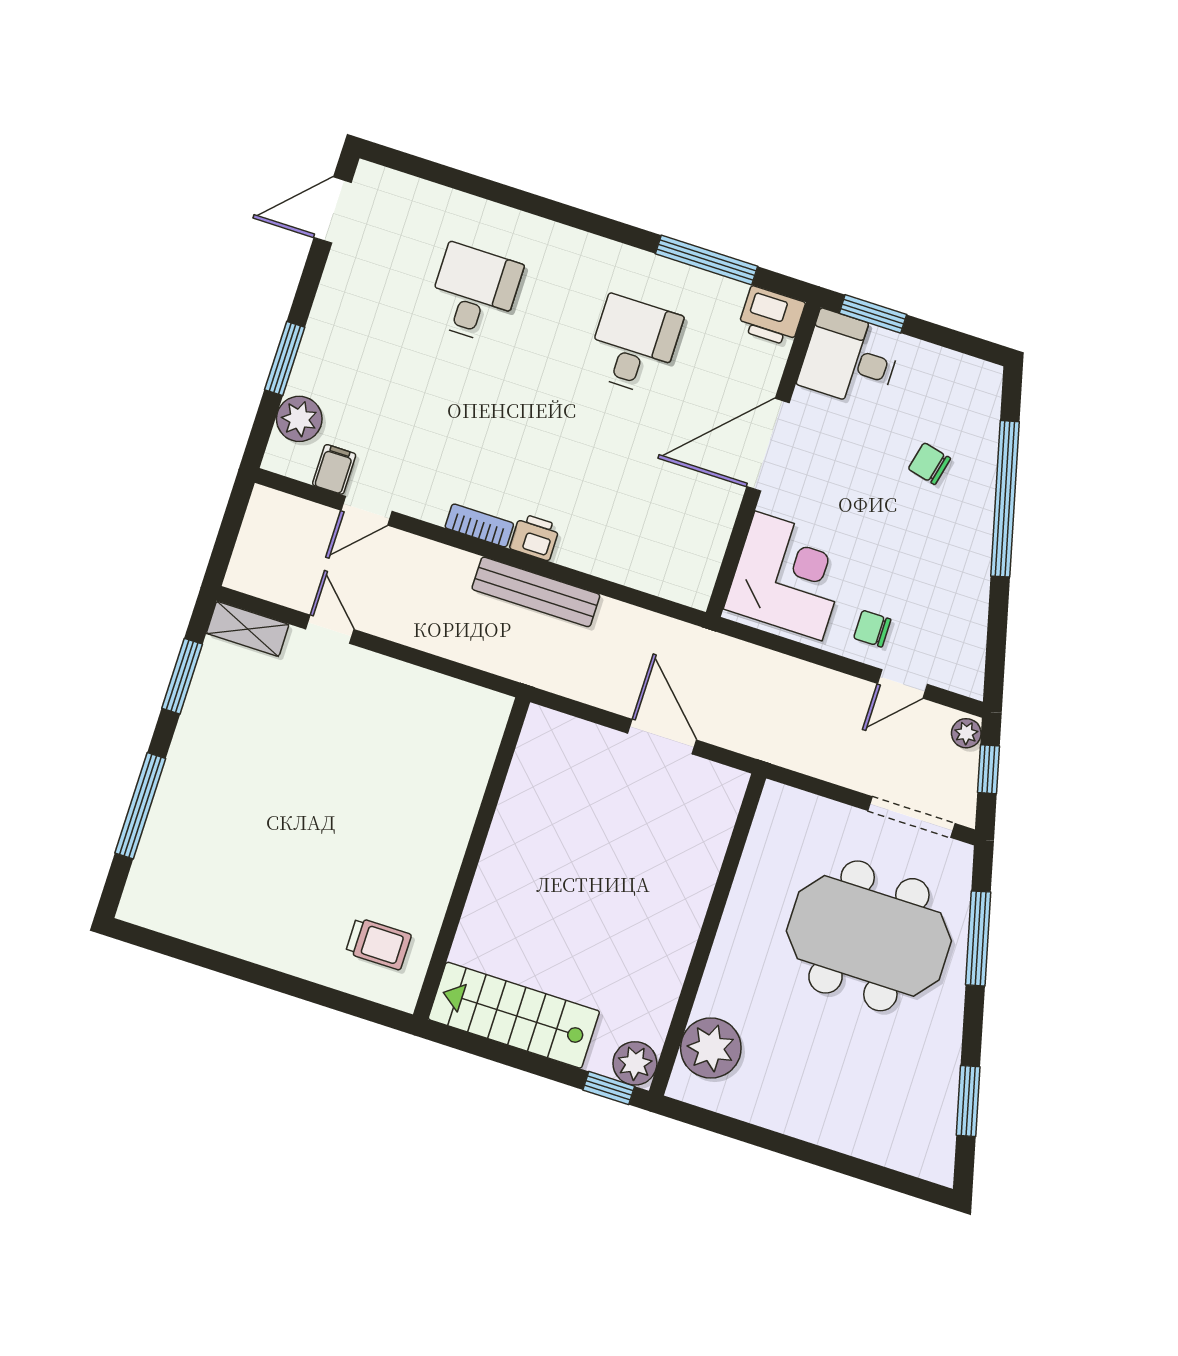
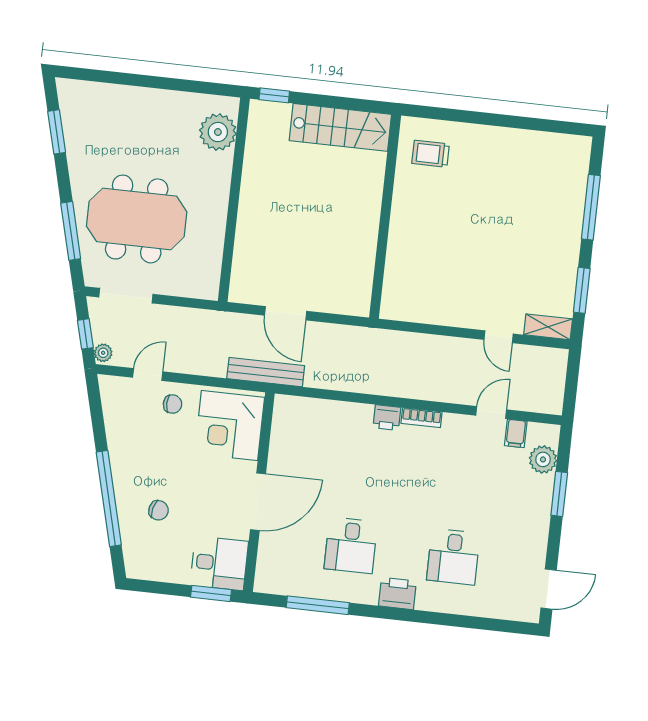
printer: (771, 316) -> (397, 593), moved
bench: (536, 592) -> (266, 372), moved
plant: (635, 1063) -> (262, 113), removed

